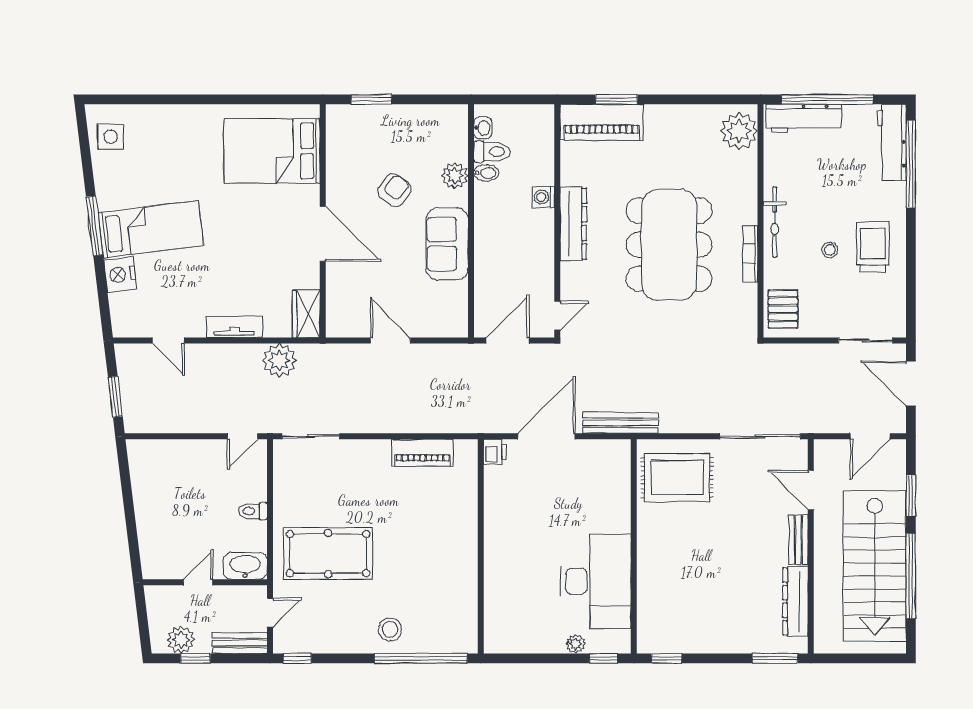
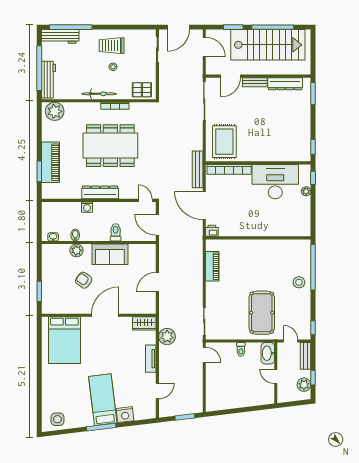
piano: (602, 122) -> (50, 162), moved
toilet: (492, 152) -> (116, 232), moved
bookcase: (621, 487) -> (229, 169), added

